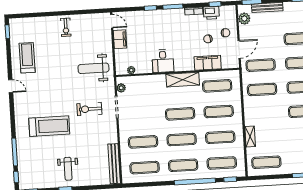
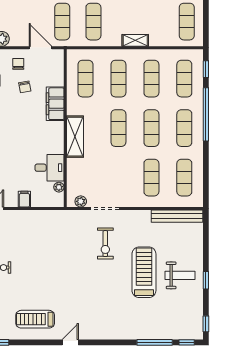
filing cabinet: (120, 39) -> (24, 199), width x0.50
desk: (163, 61) -> (50, 168), moved
filing cabinet: (208, 63) -> (55, 104), moved
weight bench: (93, 68) -> (54, 235), removed
shelving: (183, 80) -> (75, 137), moved
treadmill: (49, 126) -> (144, 272), moved
shelving: (250, 136) -> (135, 40), moved

